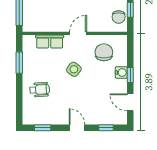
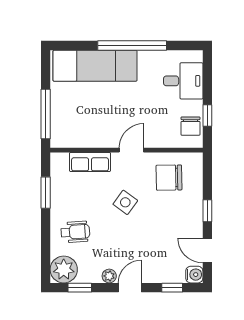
chair: (104, 52) -> (169, 178), turned -91
water cooler: (121, 72) -> (194, 275), moved
plant: (32, 115) -> (64, 269), added
plant: (63, 120) -> (109, 276), added
door: (77, 128) -> (130, 288), hinge flipped

